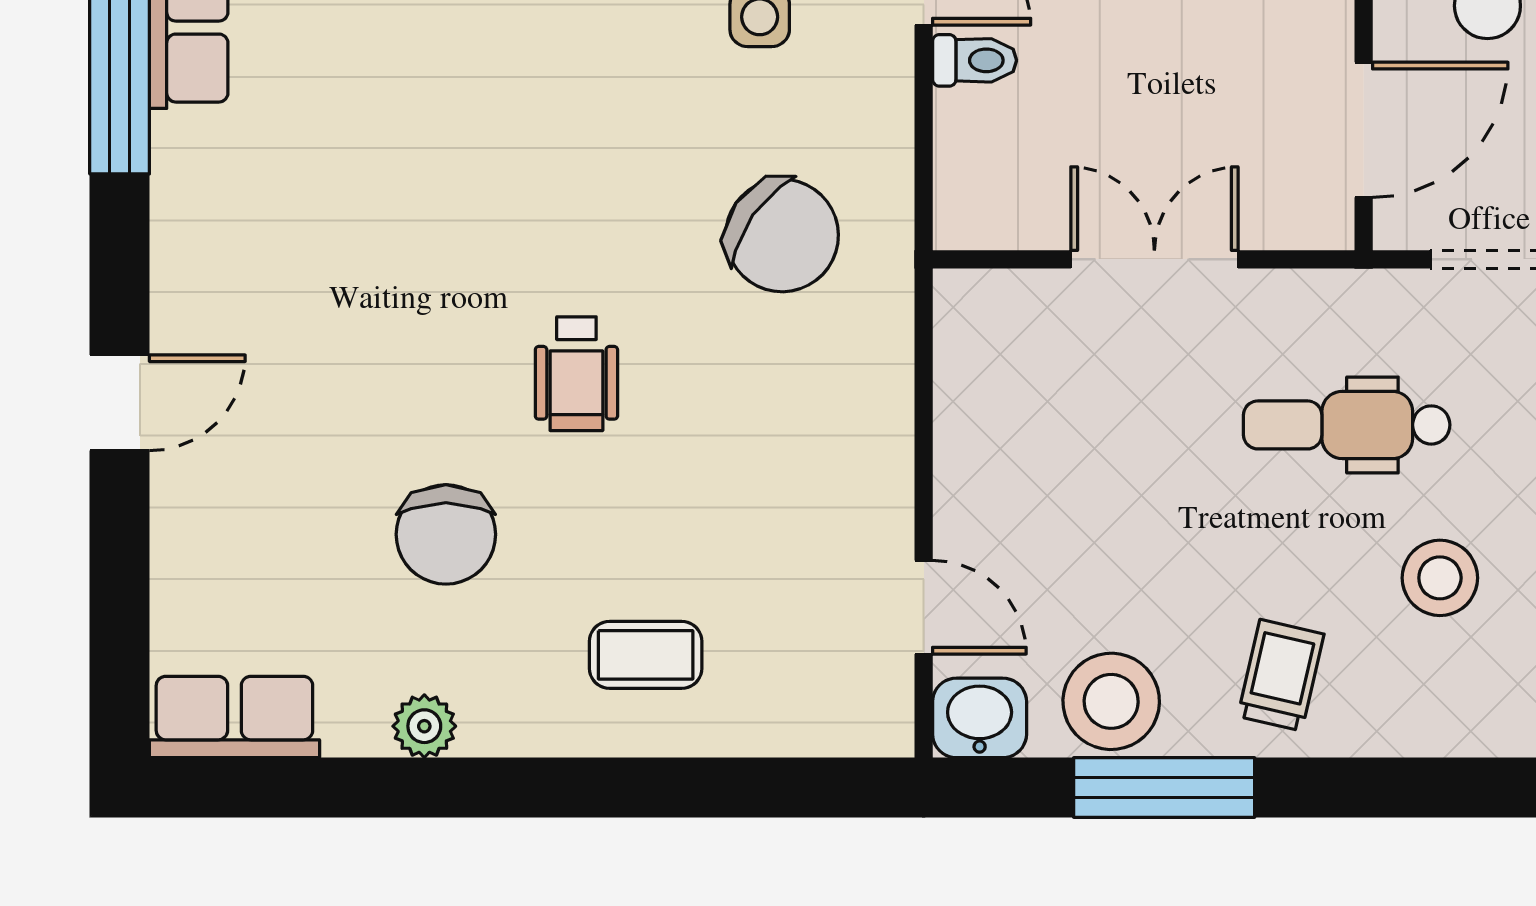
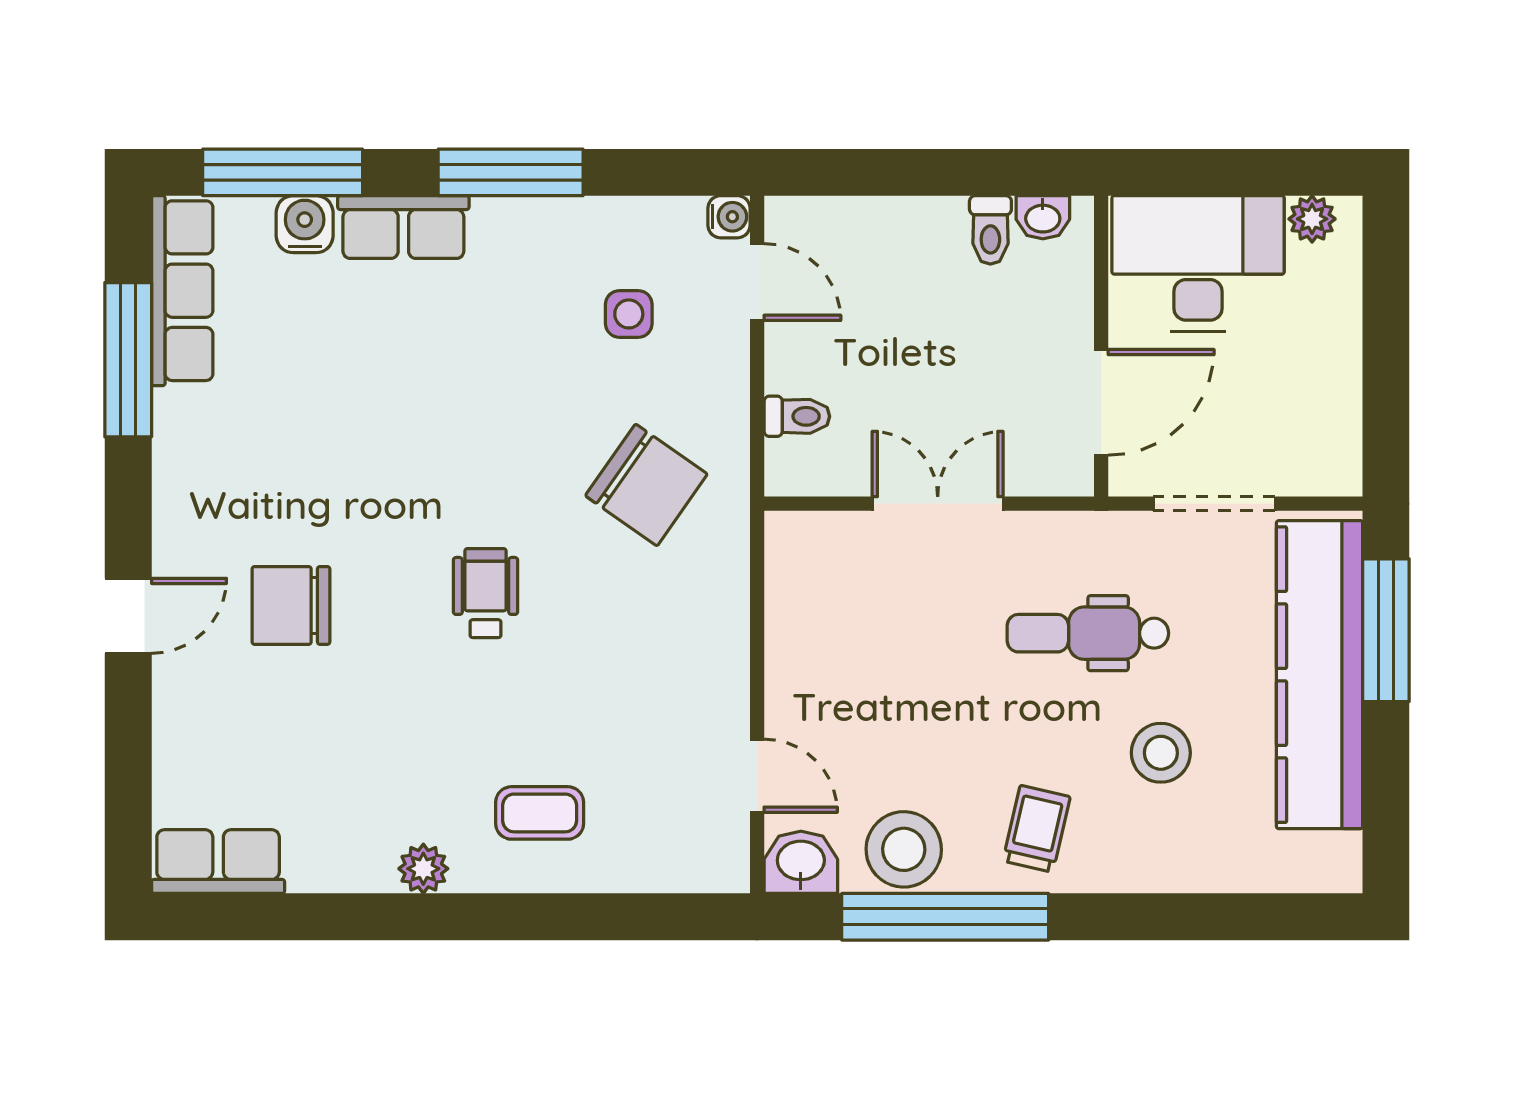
toilet: (975, 60) -> (797, 416), moved
wheelchair: (576, 374) -> (486, 593), turned 180
chair: (446, 534) -> (291, 605), moved, turned 90
plant: (424, 726) -> (423, 869), moved
window: (1164, 788) -> (945, 917), width x1.46

